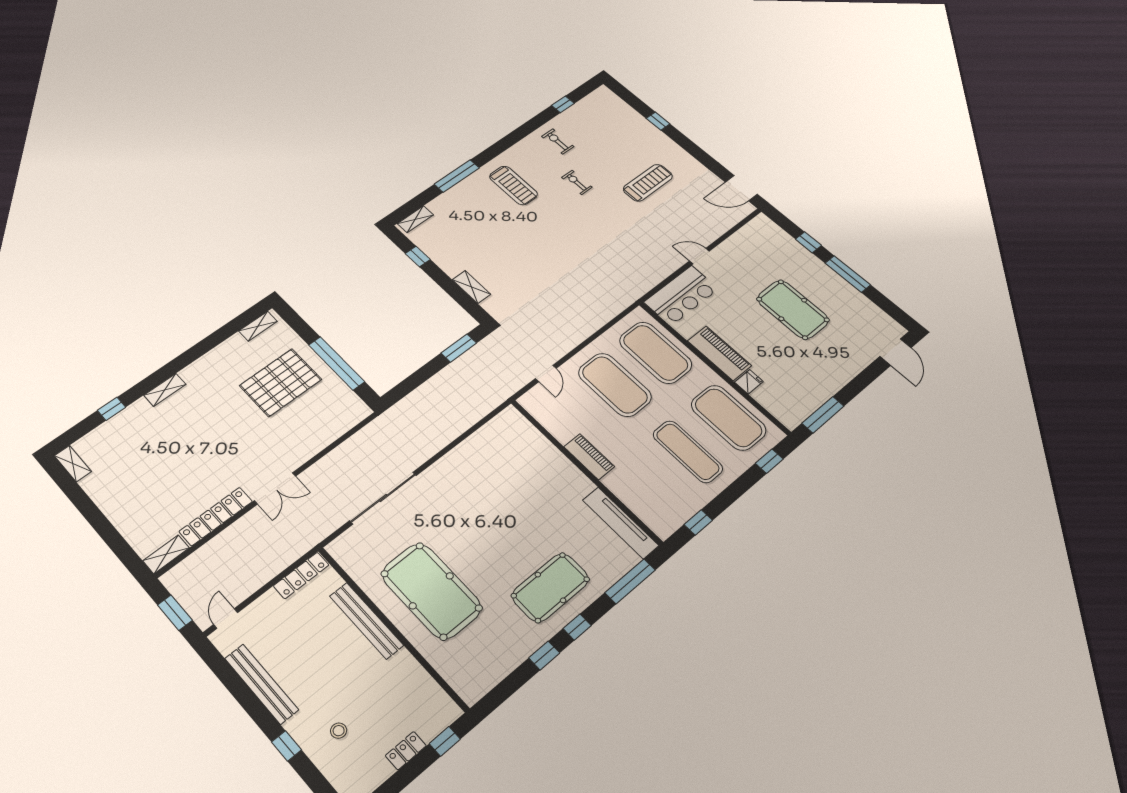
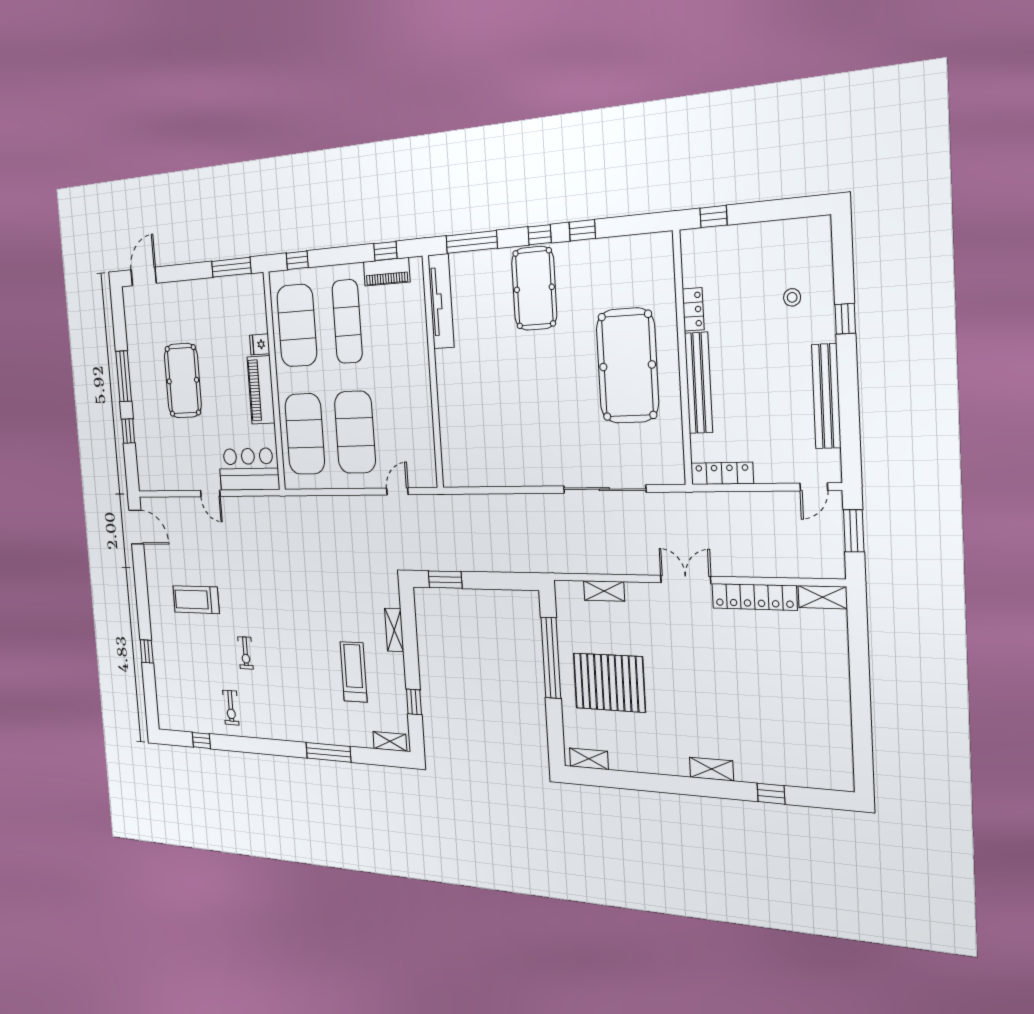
treadmill: (513, 185) -> (354, 672), moved
piano: (589, 457) -> (387, 272), moved, turned -90
shelving: (73, 464) -> (604, 591), moved, turned 90
pool table: (550, 587) -> (534, 288), turned 90
locker: (406, 751) -> (693, 309), moved, turned -90

